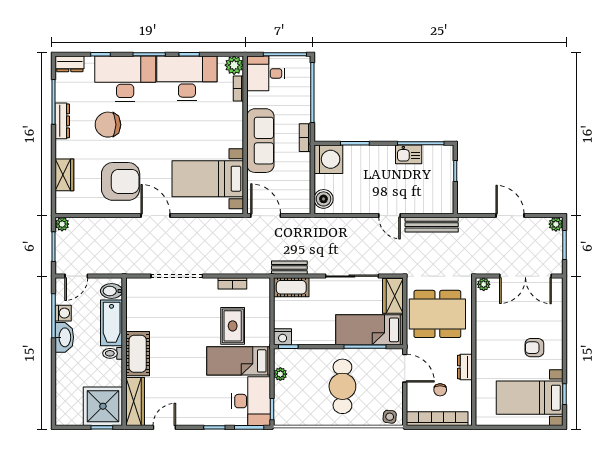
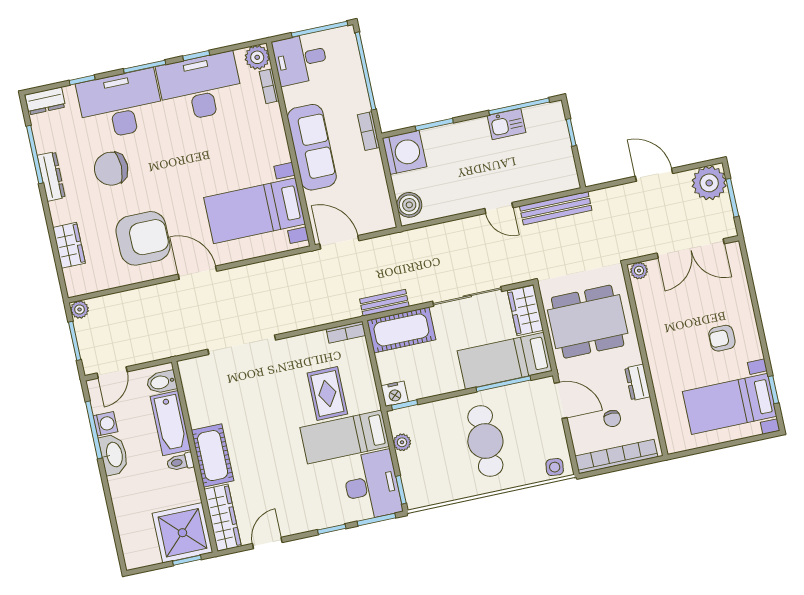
plant: (556, 224) -> (709, 183), width x1.87, depth x1.87
bookcase: (232, 283) -> (346, 332), moved
cot: (291, 287) -> (401, 330), width x1.37, depth x1.34

